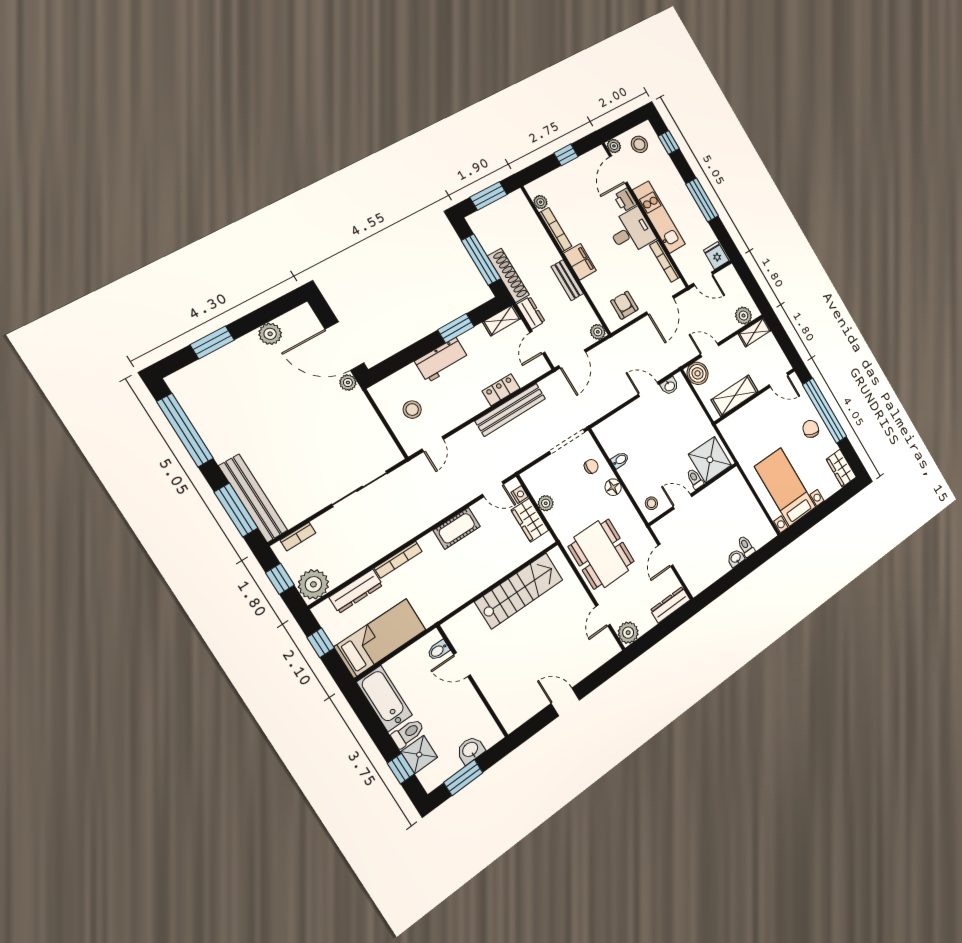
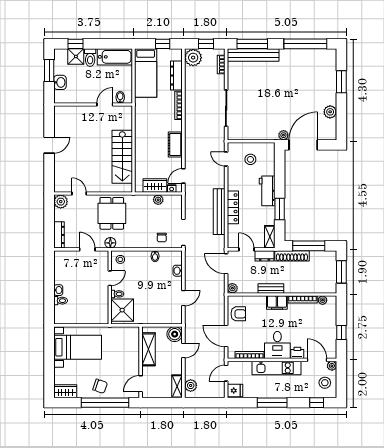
washbasin: (670, 386) -> (178, 271), moved
locker: (501, 390) -> (233, 207), width x1.53
floor lamp: (613, 487) -> (110, 243), moved
dining table: (601, 554) -> (112, 213), width x0.73

